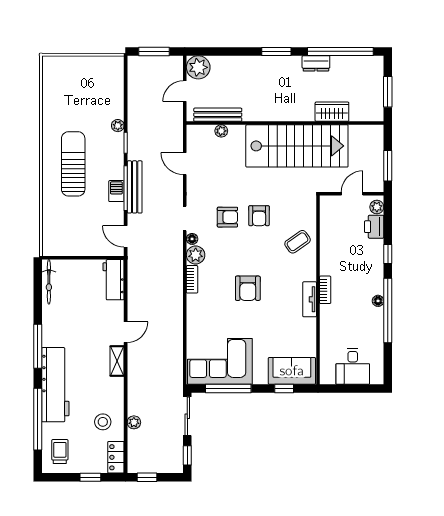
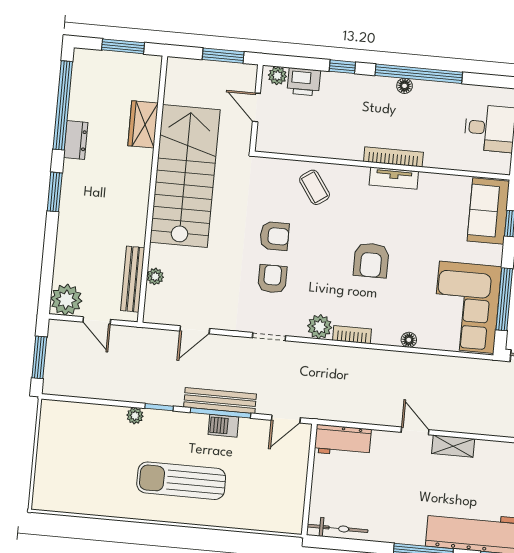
floor lamp: (192, 239) -> (409, 340), moved
armchair: (248, 288) -> (371, 260), turned 90
bookcase: (325, 290) -> (393, 157), width x1.56

